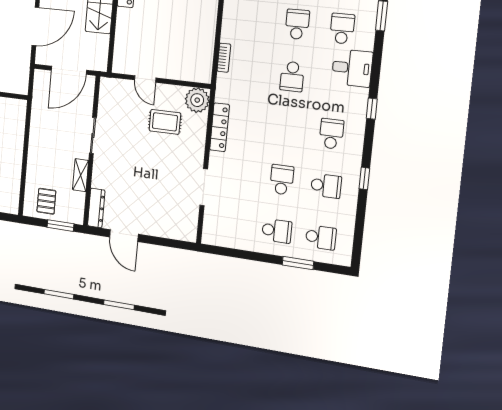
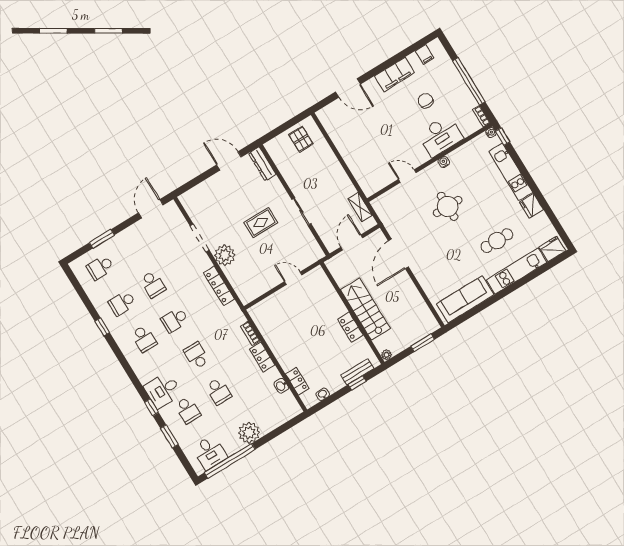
locker: (230, 26) -> (262, 357), added
door: (69, 70) -> (352, 242), width x0.73
plant: (197, 100) -> (225, 255), moved
window: (372, 109) -> (151, 407), moved
rug: (165, 122) -> (261, 223), moved
shelving: (81, 175) -> (360, 207), moved
window: (60, 226) -> (278, 131), removed
school desk: (277, 231) -> (175, 320), moved
door: (229, 252) -> (151, 209), added

